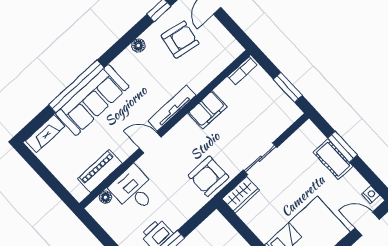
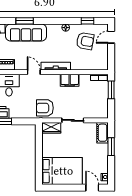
window: (76, 86) -> (25, 21), width x0.47
window: (288, 87) -> (111, 90), moved
cot: (333, 159) -> (103, 133), moved

